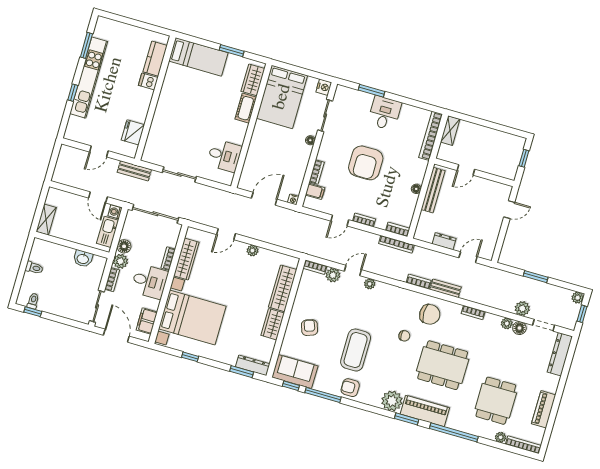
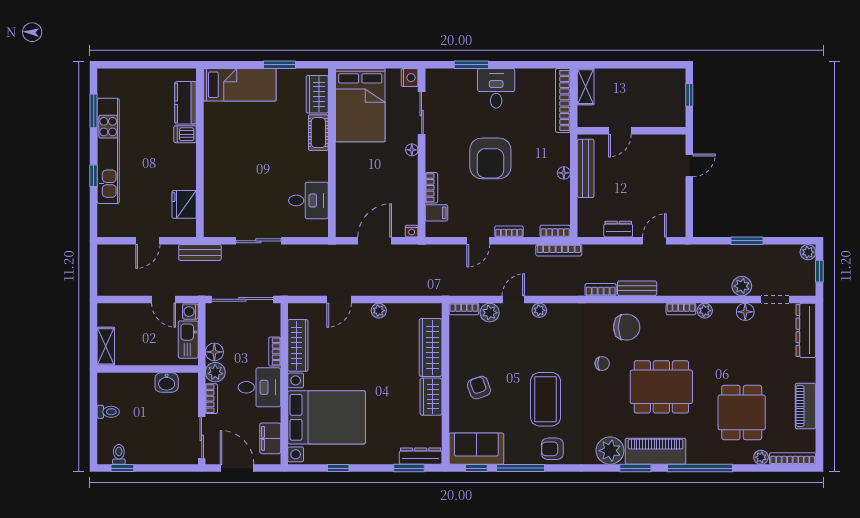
plant: (507, 323) -> (705, 311), moved

